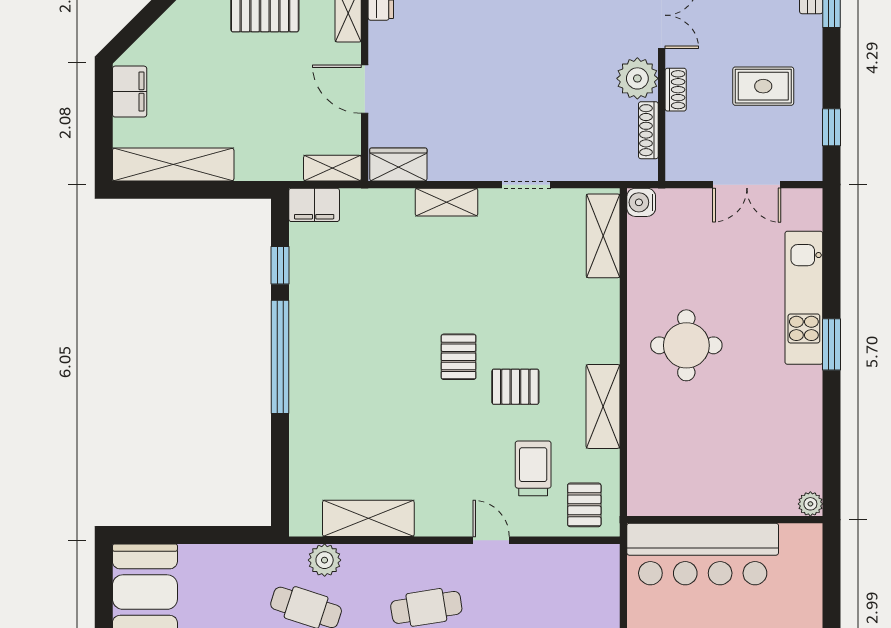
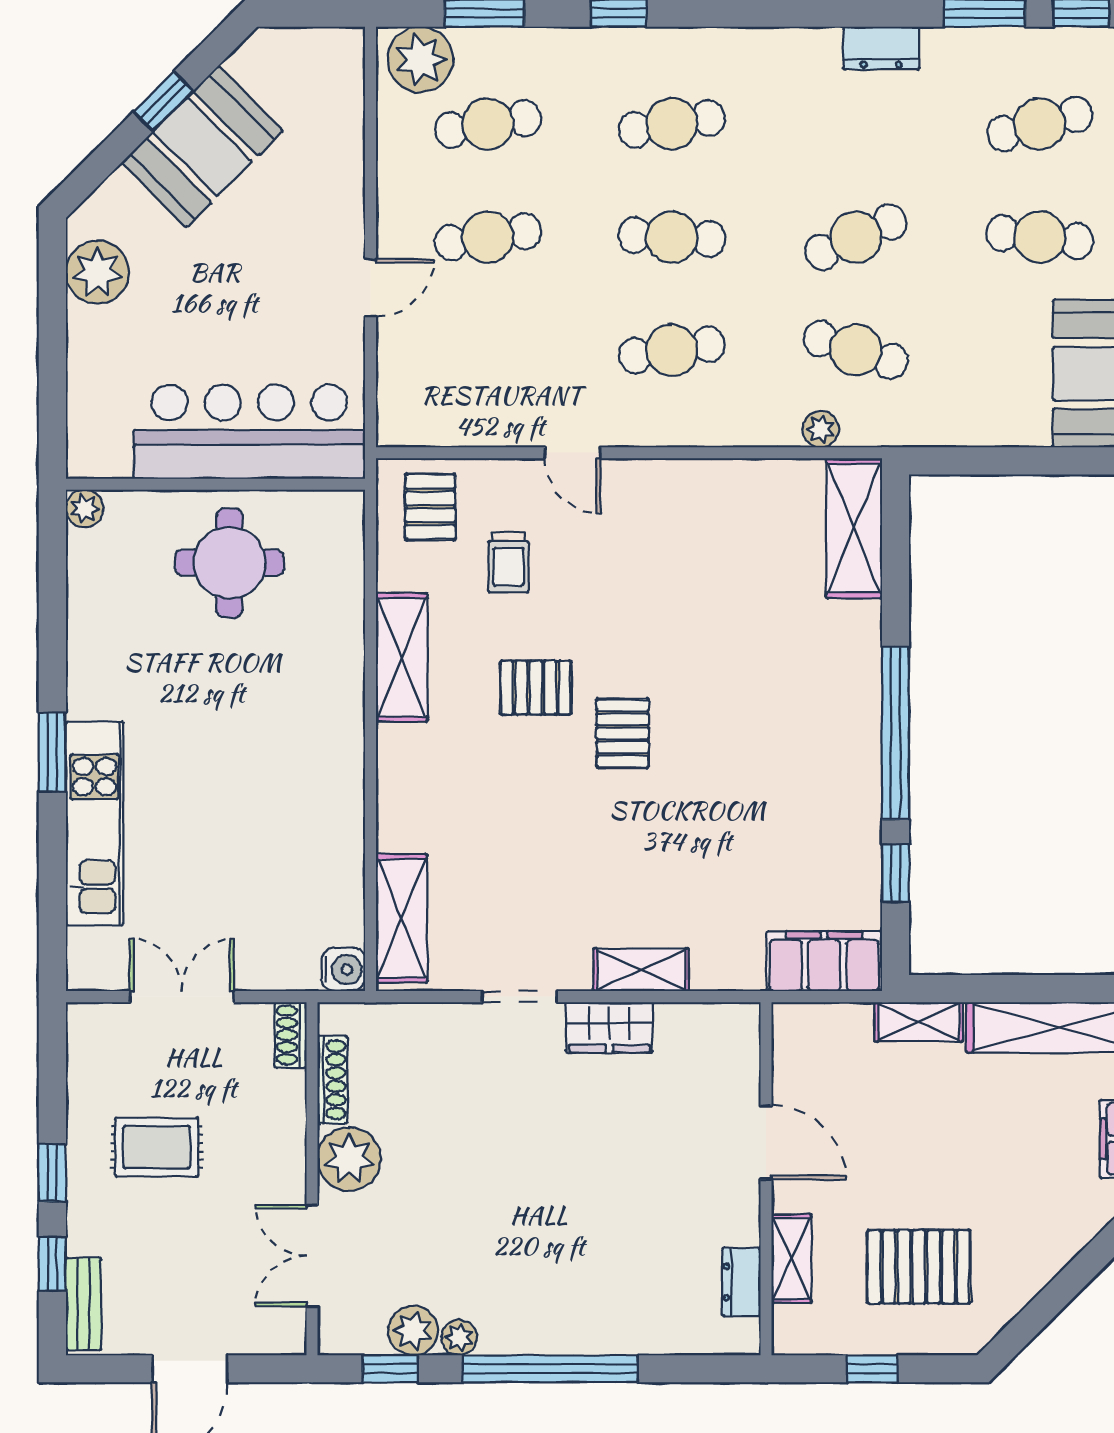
shoe rack: (676, 90) -> (291, 1035), moved
window: (832, 127) -> (52, 1173), moved
wardrobe: (398, 164) -> (609, 1027), moved
shelving: (332, 168) -> (919, 1022), moved
filing cabinet: (314, 205) -> (824, 961), width x1.50, depth x1.17
round table: (686, 345) -> (229, 563), moved
trolley: (533, 468) -> (509, 563), width x0.73, depth x0.72
shelving: (368, 518) -> (854, 528), moved, turned 90
plant: (325, 560) -> (821, 429), width x0.73, depth x0.73

